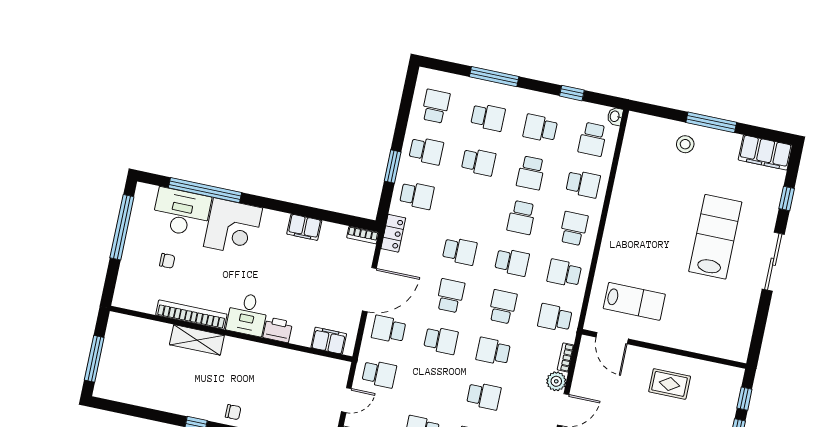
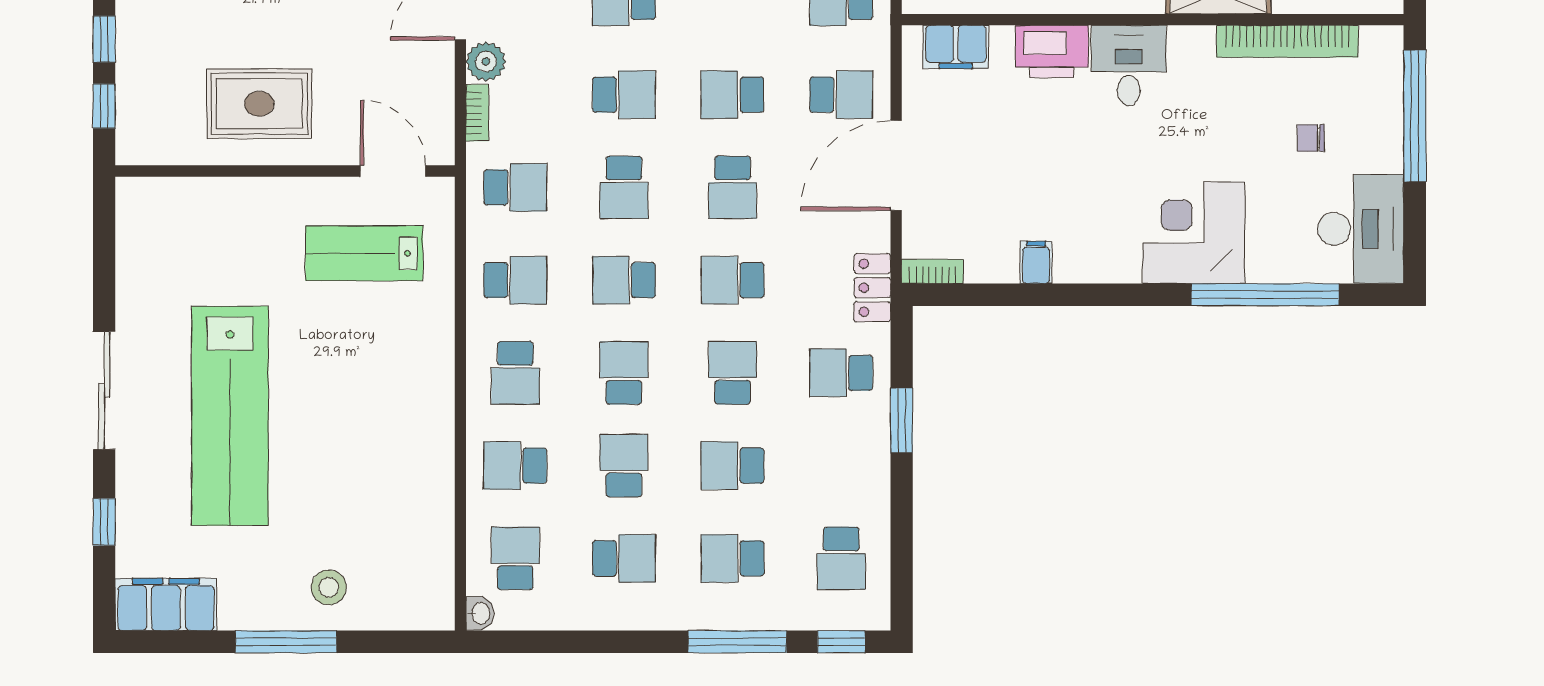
window: (572, 93) -> (841, 642), moved
school desk: (426, 151) -> (733, 373), moved, turned 90
desk: (181, 212) -> (1361, 229), moved, turned -90
window: (122, 227) -> (1415, 116), moved
filing cabinet: (304, 227) -> (1036, 262), width x0.50
lab bench: (715, 237) -> (230, 416), width x1.36
bookcase: (191, 315) -> (1287, 41), moved
printer: (278, 330) -> (1052, 51), width x1.37, depth x1.19
rug: (670, 384) -> (259, 104), width x1.36, depth x1.43

